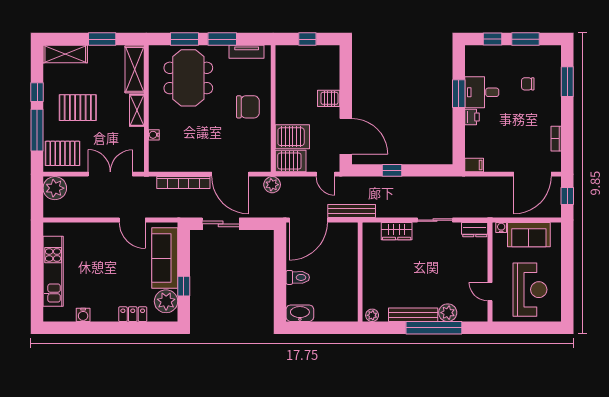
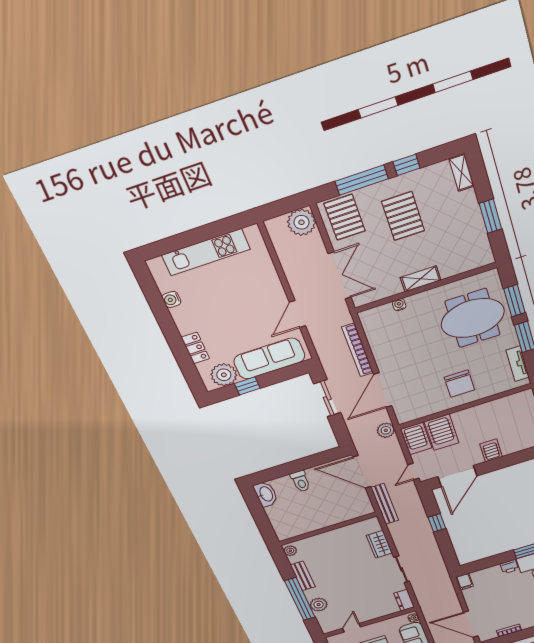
shelving: (65, 54) -> (462, 172), width x0.67, depth x0.75
shelving: (135, 69) -> (466, 262), removed
bench: (413, 315) -> (303, 576), width x0.73

